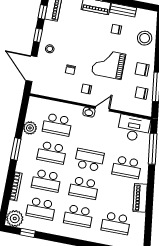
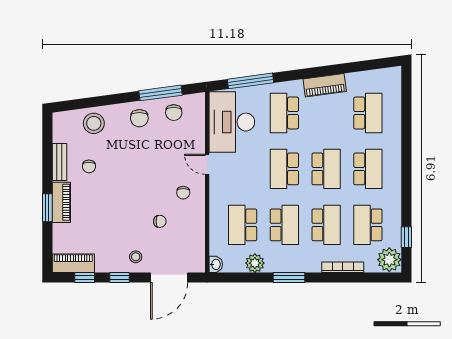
grand piano: (109, 64) -> (141, 168), removed
washbasin: (89, 112) -> (216, 264), moved
school desk: (57, 125) -> (243, 225), turned 180
desk: (134, 128) -> (232, 122), width x1.36, depth x1.30
school desk: (127, 167) -> (284, 113), turned 180
school desk: (41, 209) -> (368, 225), turned 180

